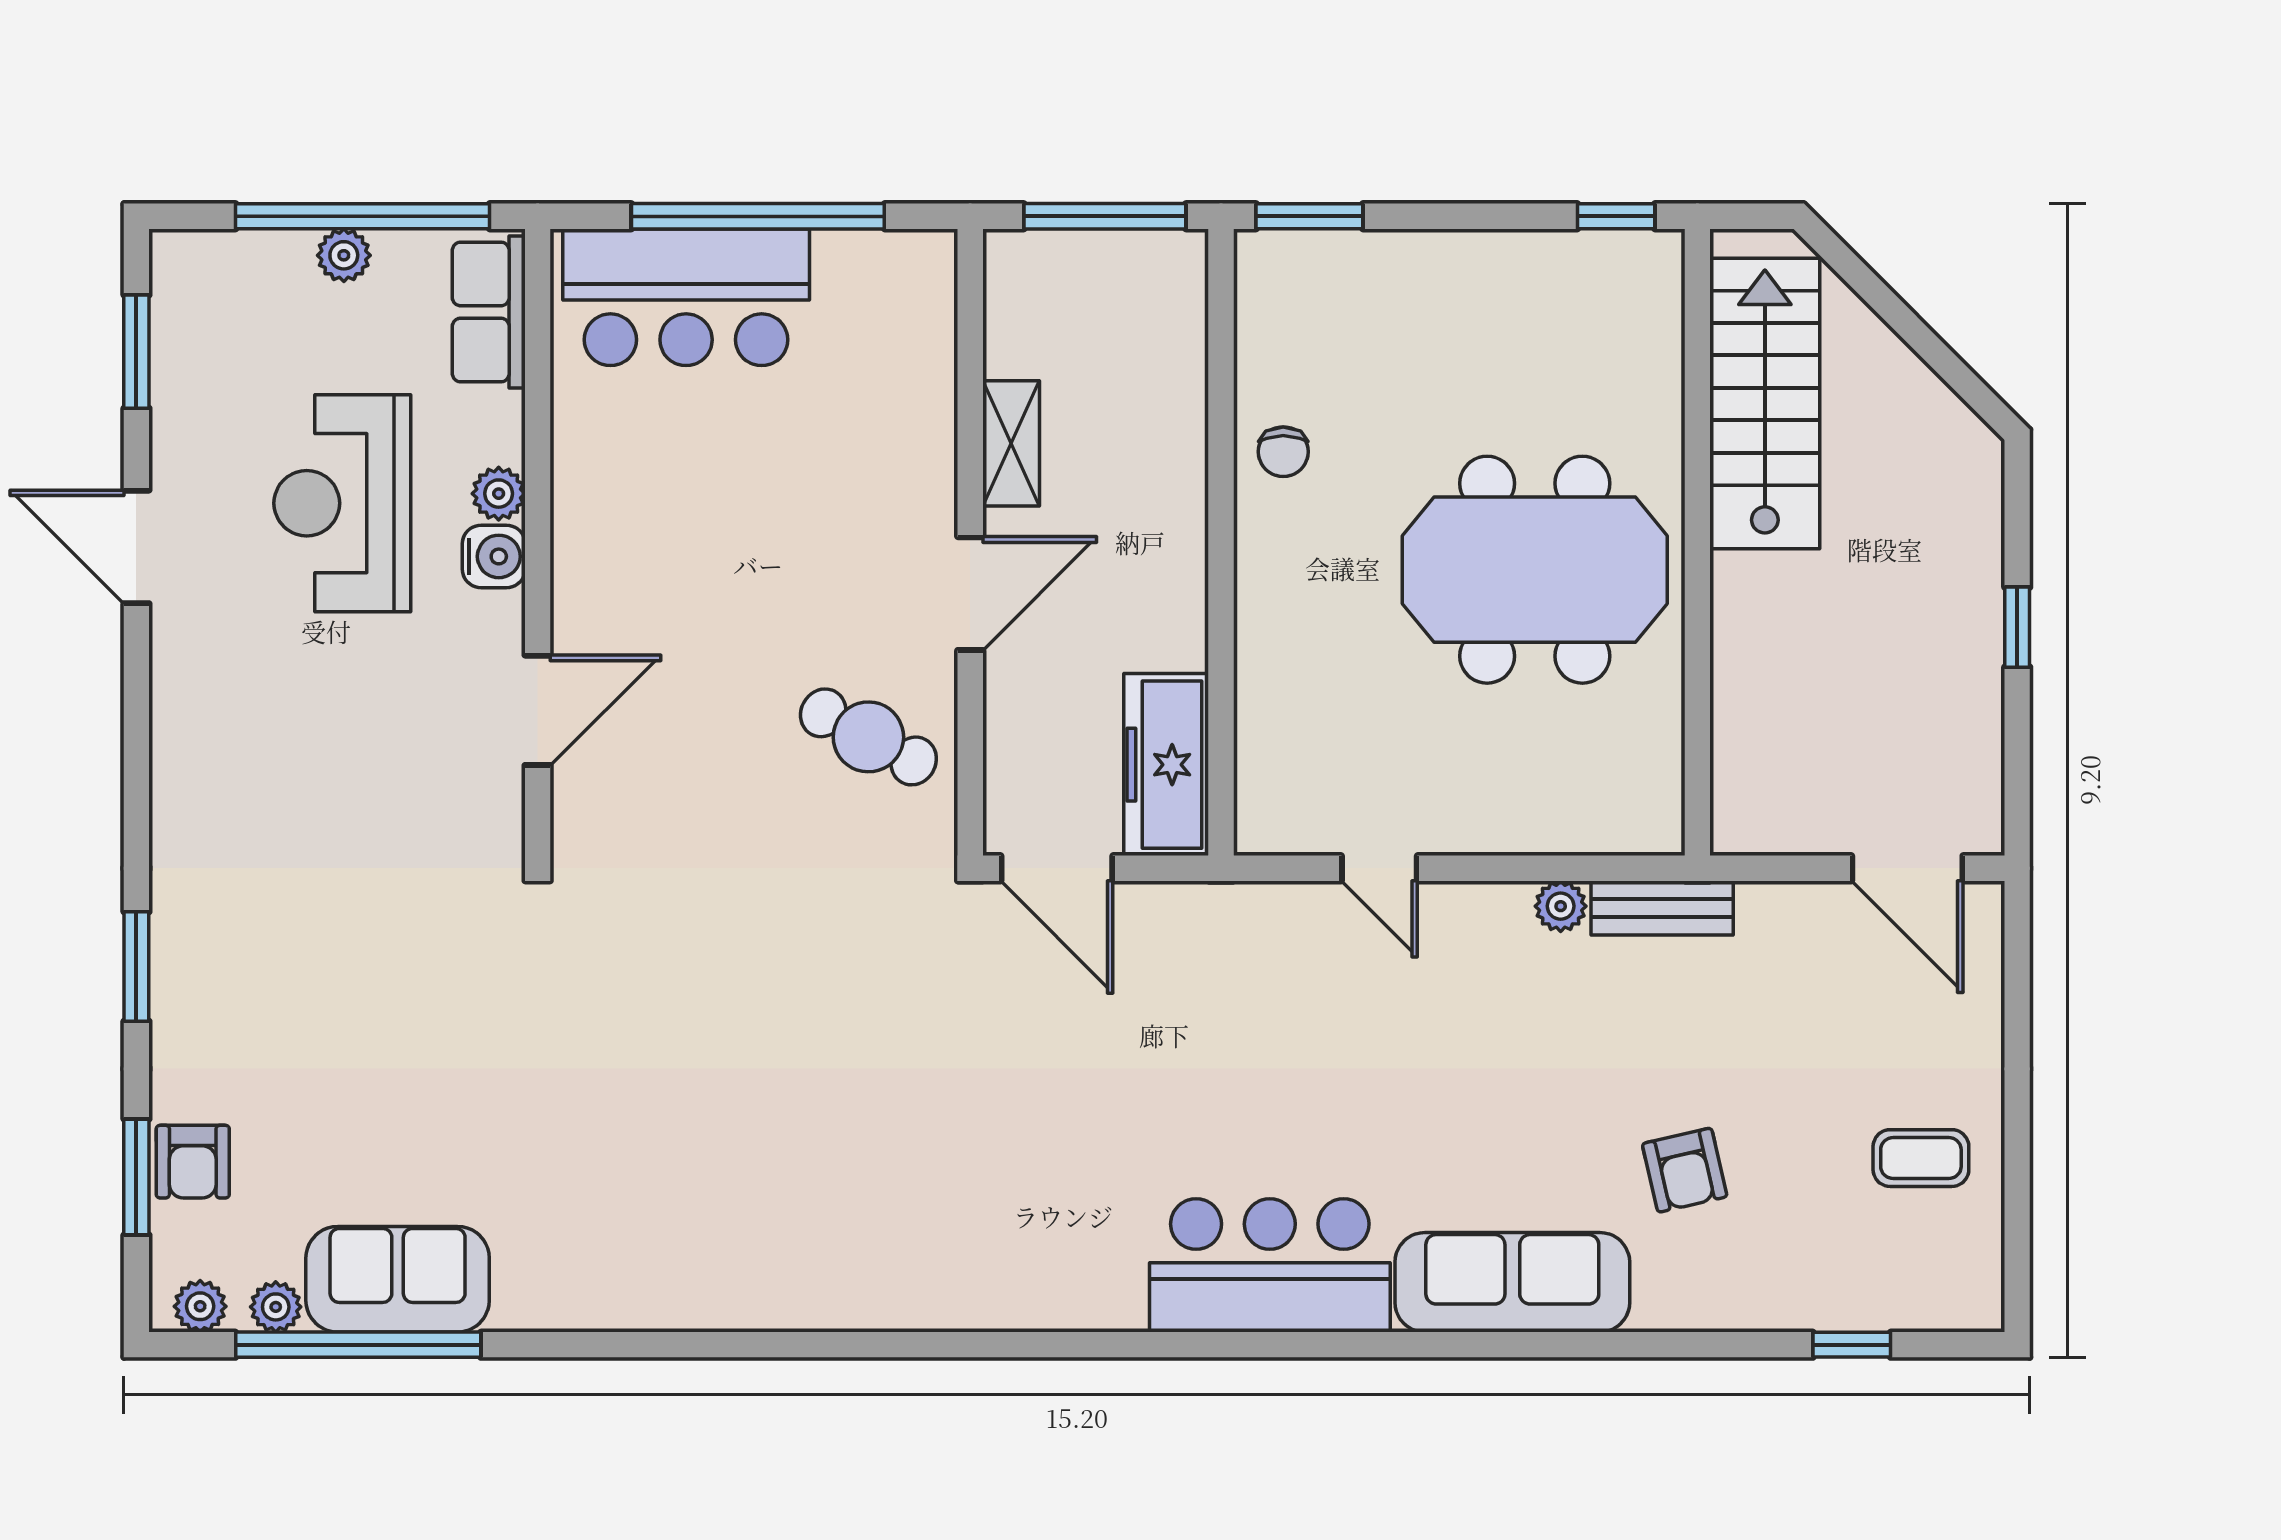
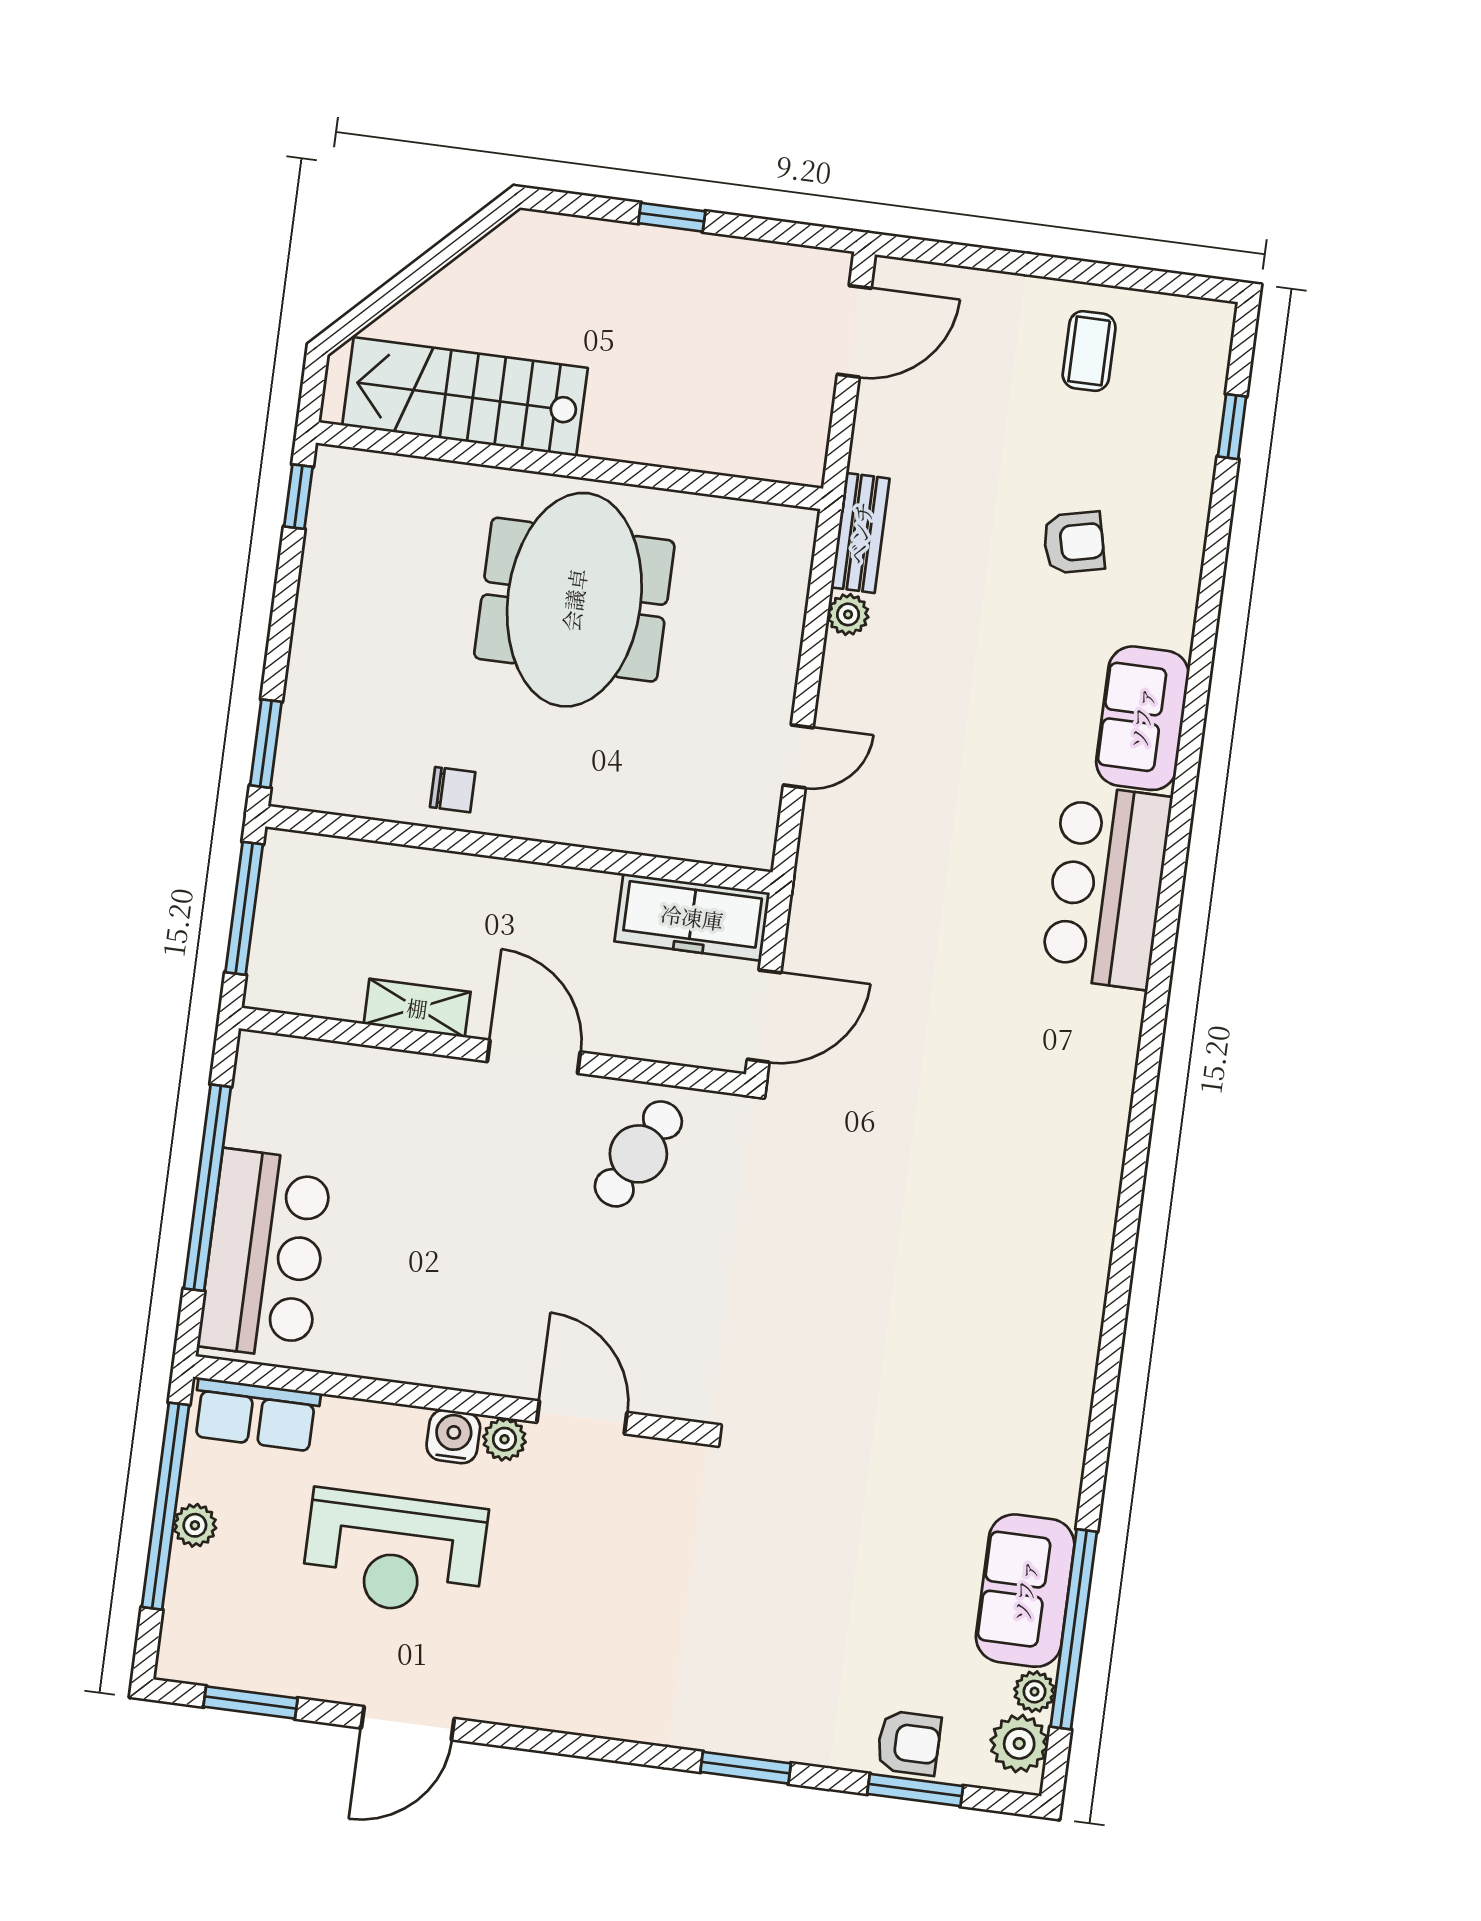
plant: (499, 494) -> (504, 1439), moved
sofa: (1512, 1282) -> (1142, 718), width x0.73
plant: (200, 1306) -> (1019, 1744), width x1.38, depth x1.38

